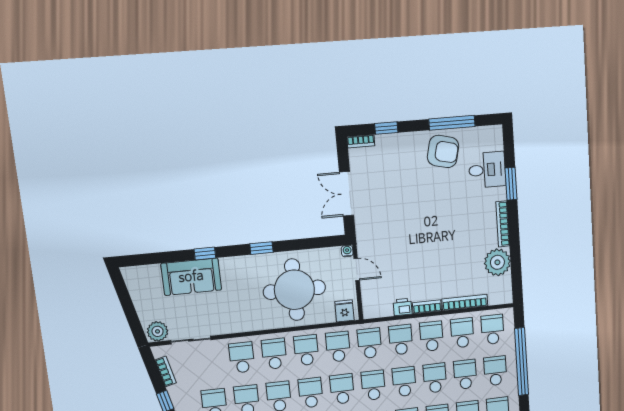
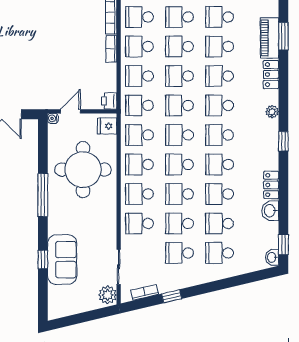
window: (261, 248) -> (43, 195), width x2.17
window: (205, 254) -> (43, 260), moved
printer: (403, 307) -> (109, 101), moved

